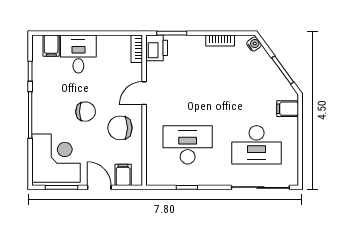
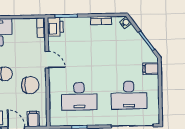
door: (144, 93) -> (47, 60), swing flipped
chair: (120, 128) -> (30, 85), turned 180
desk: (188, 145) -> (79, 96), turned 180

